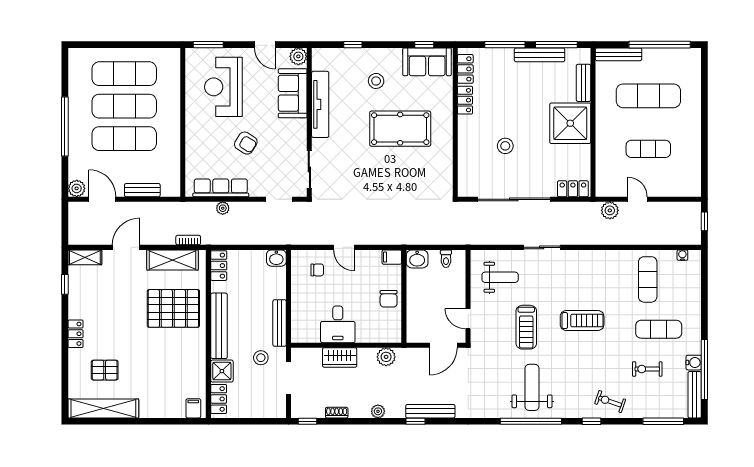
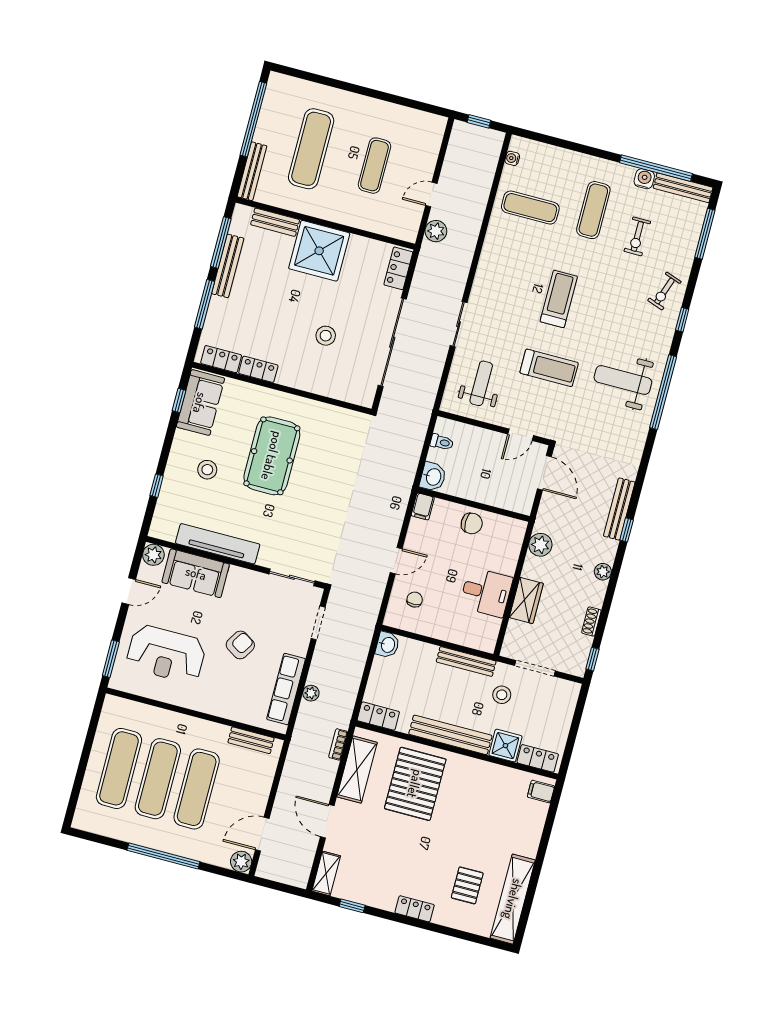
bench: (142, 190) -> (251, 740), moved, turned 90

